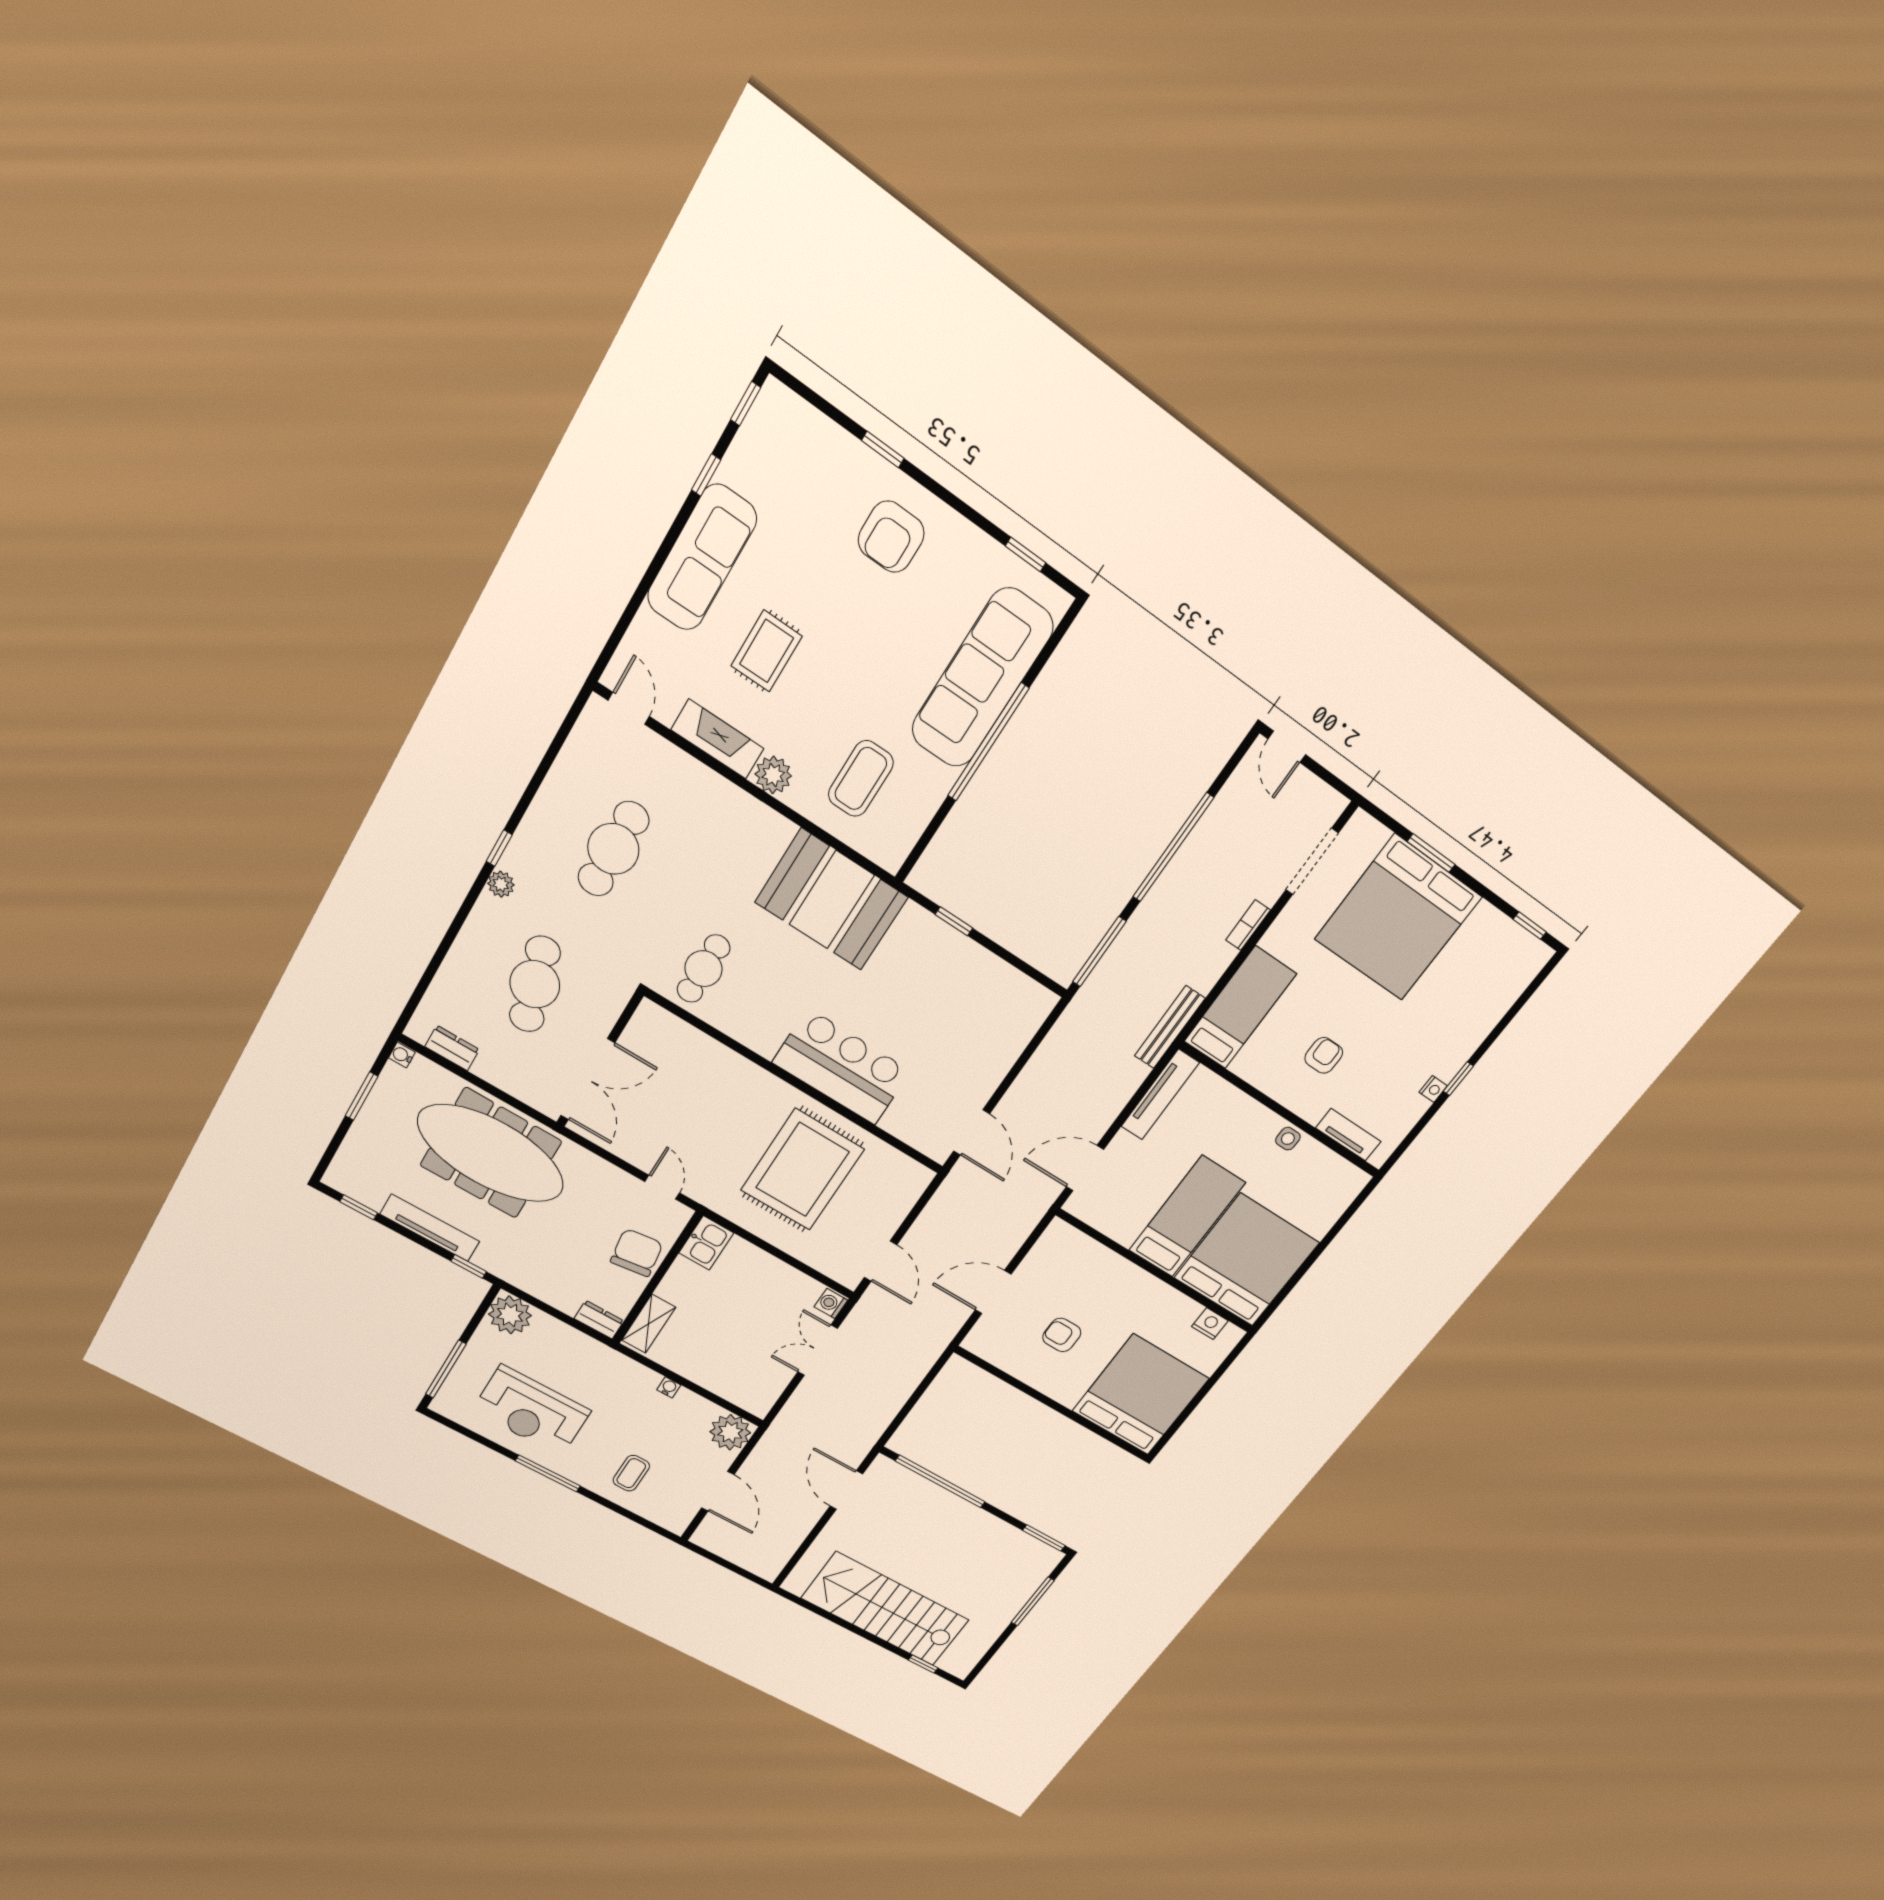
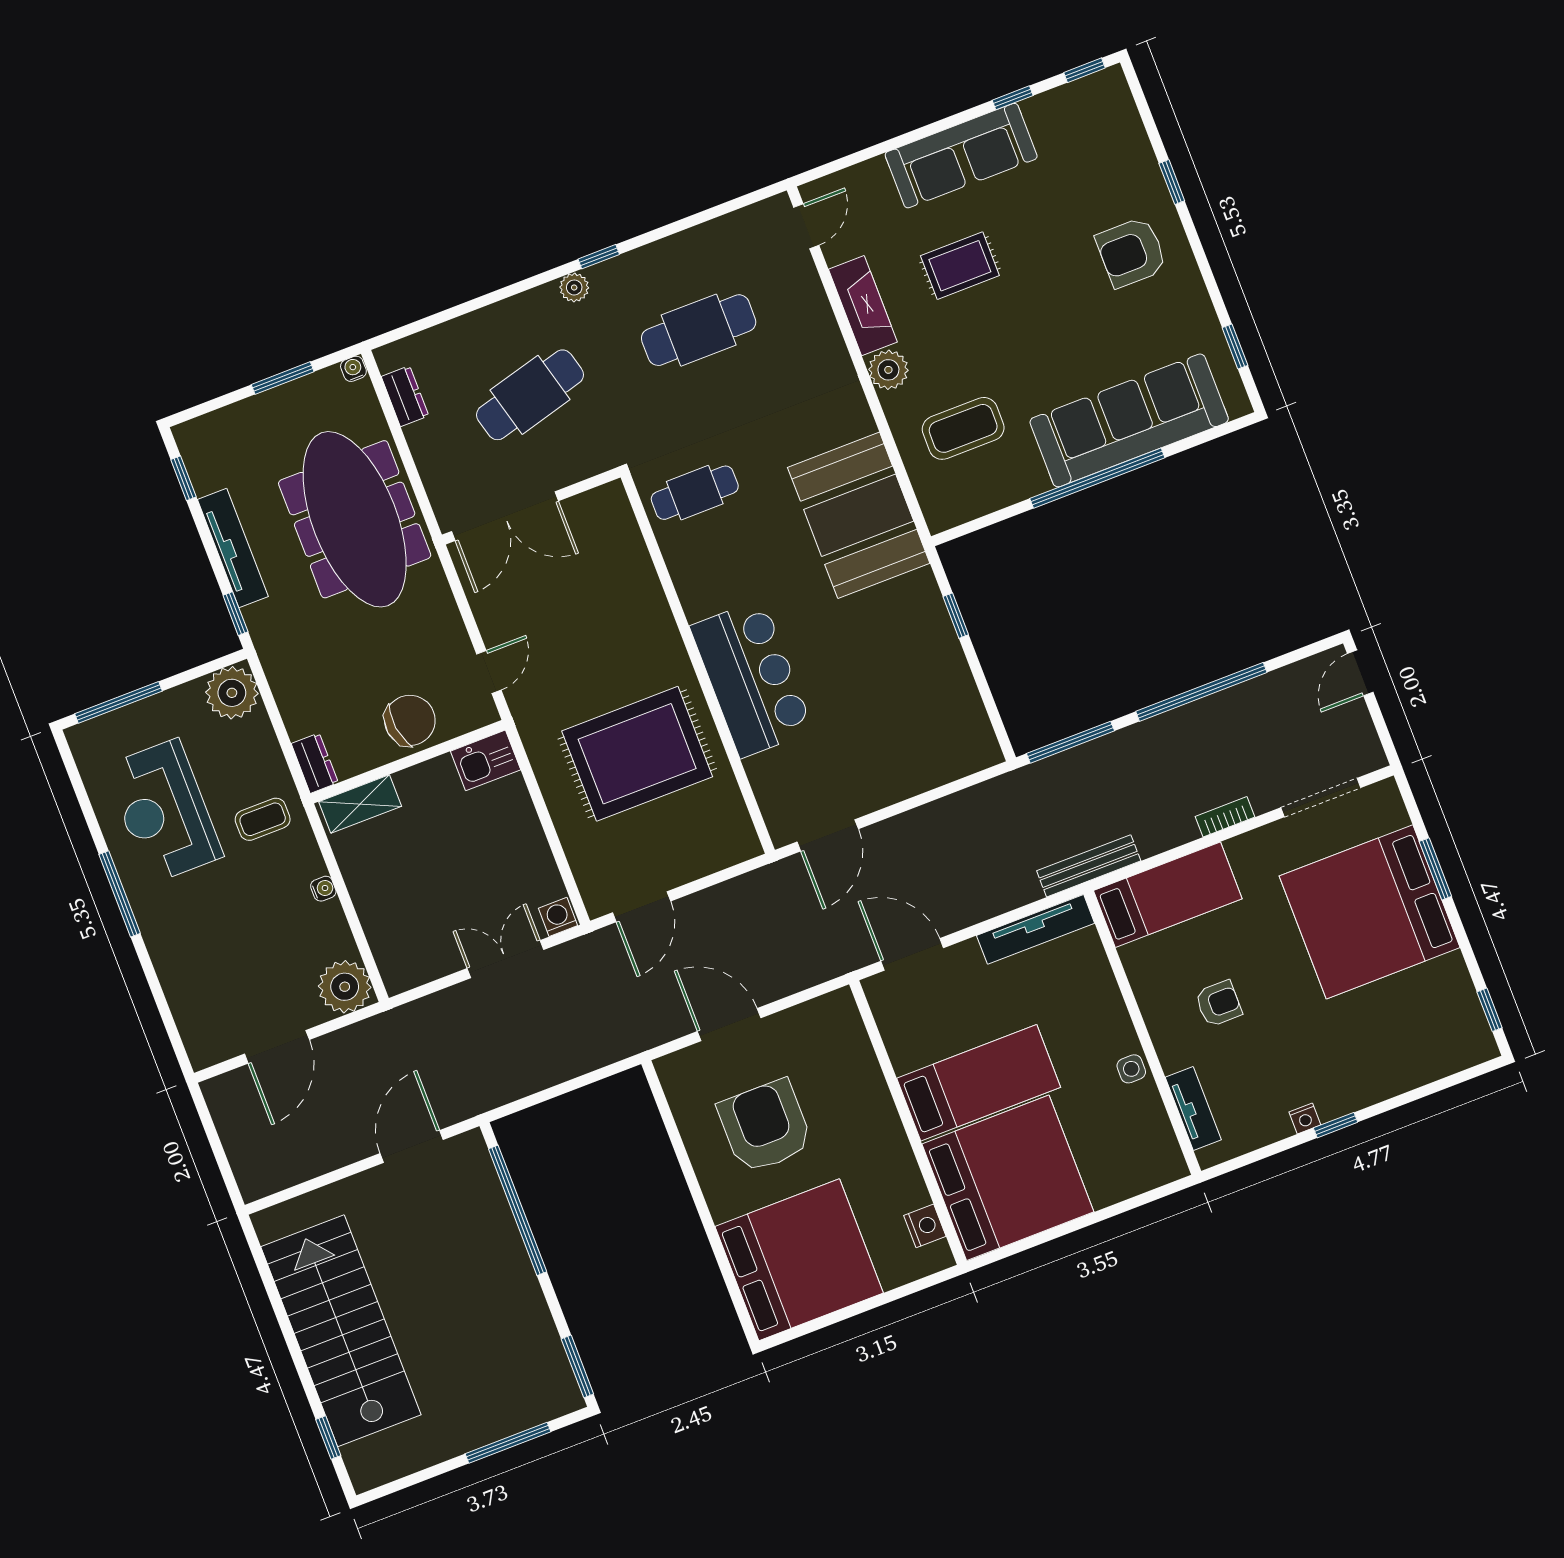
armchair: (1062, 1335) -> (765, 1126), width x1.88, depth x1.88
coffee table: (631, 1473) -> (263, 819), moved

